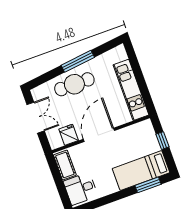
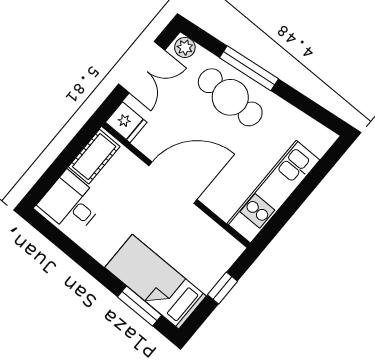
window: (78, 61) -> (249, 68), moved
plant: (38, 92) -> (185, 47), added
fridge: (69, 135) -> (126, 122), moved, turned 90

